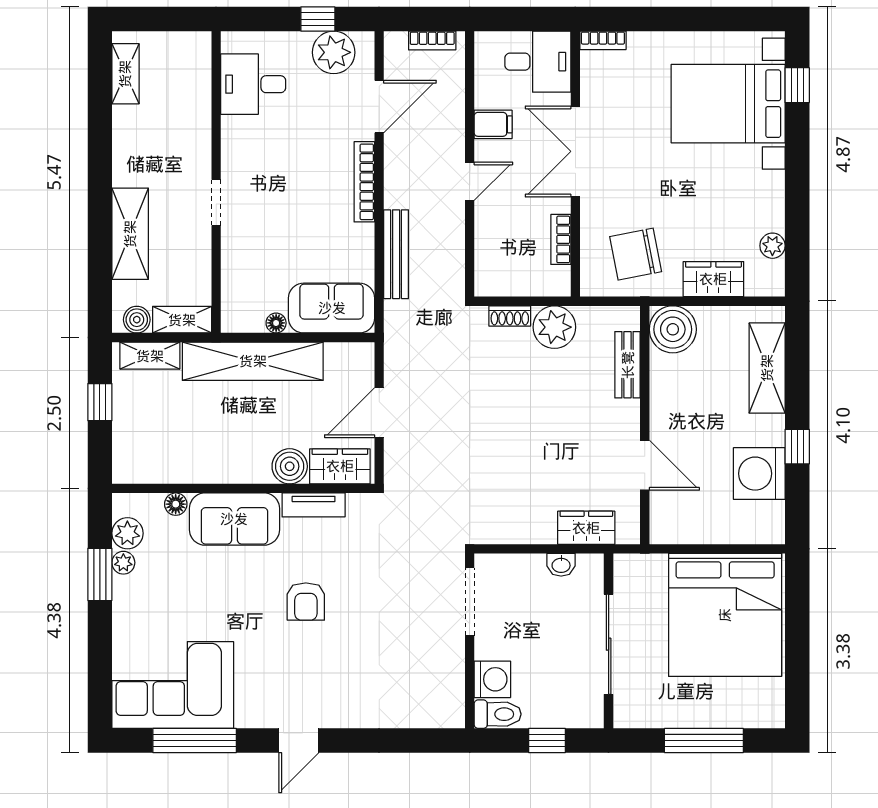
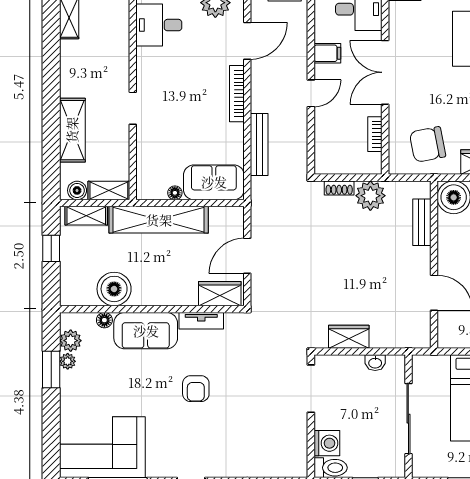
boiler: (290, 466) -> (114, 289), moved, width x1.37, depth x1.37
wardrobe: (586, 528) -> (349, 337), moved

